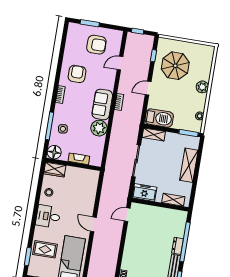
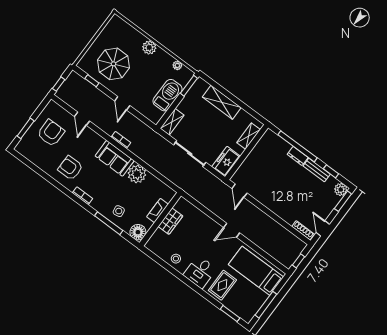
barbecue: (159, 118) -> (168, 95), moved
wardrobe: (55, 170) -> (170, 221), moved
rug: (45, 249) -> (222, 285), moved

